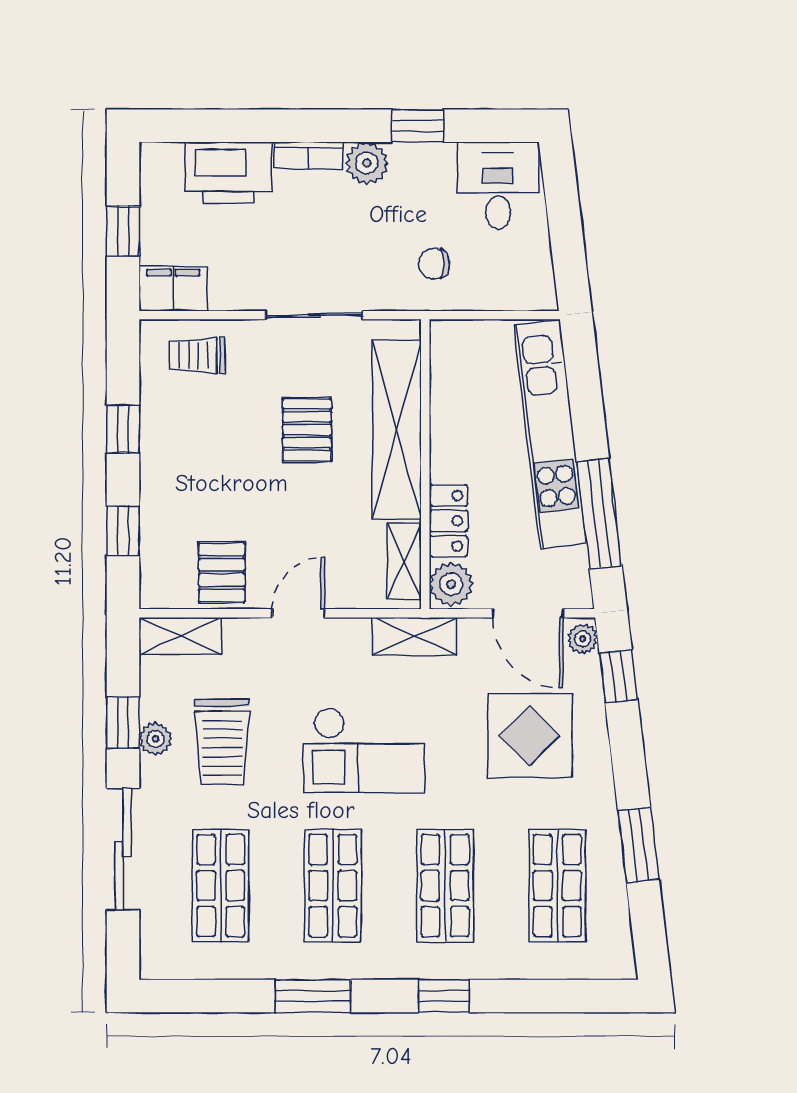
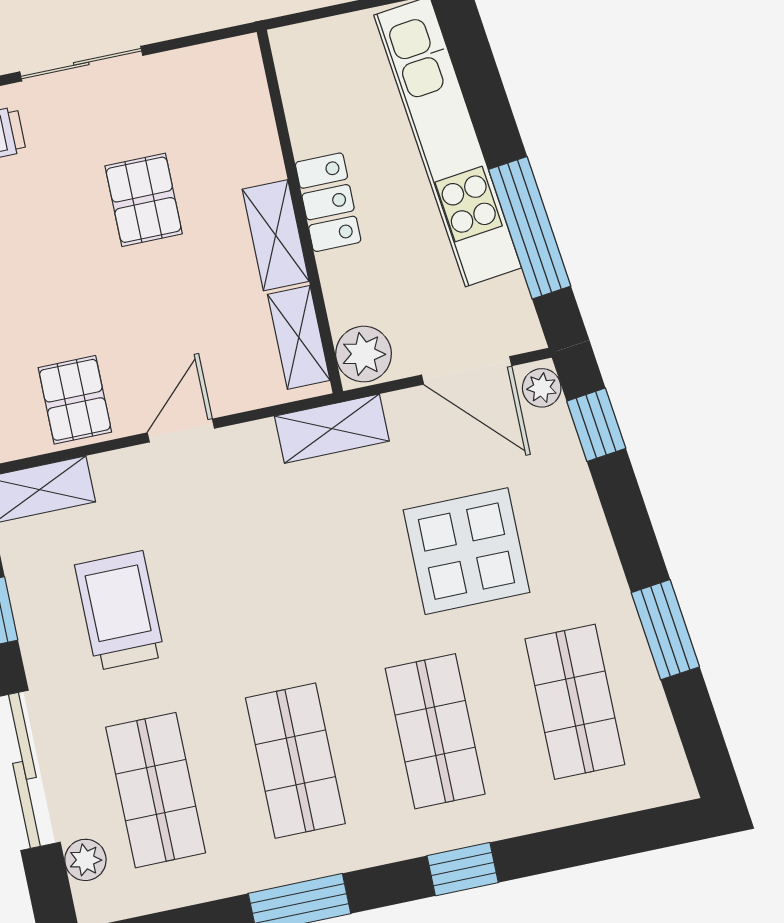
sliding door: (314, 315) -> (81, 64), moved
shelving: (397, 429) -> (276, 235), width x0.45, depth x0.75
locker: (448, 521) -> (328, 202), moved
display table: (530, 736) -> (467, 551), moved
plant: (155, 739) -> (85, 860), moved
trolley: (222, 742) -> (120, 611), turned 180
checkout: (364, 750) -> (299, 584), removed

